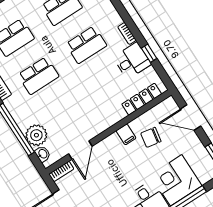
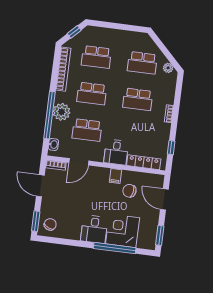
window: (149, 53) -> (171, 148), moved
desk: (132, 61) -> (116, 152), moved, turned 90
school desk: (63, 114) -> (87, 130), added
plant: (36, 135) -> (62, 112), moved

